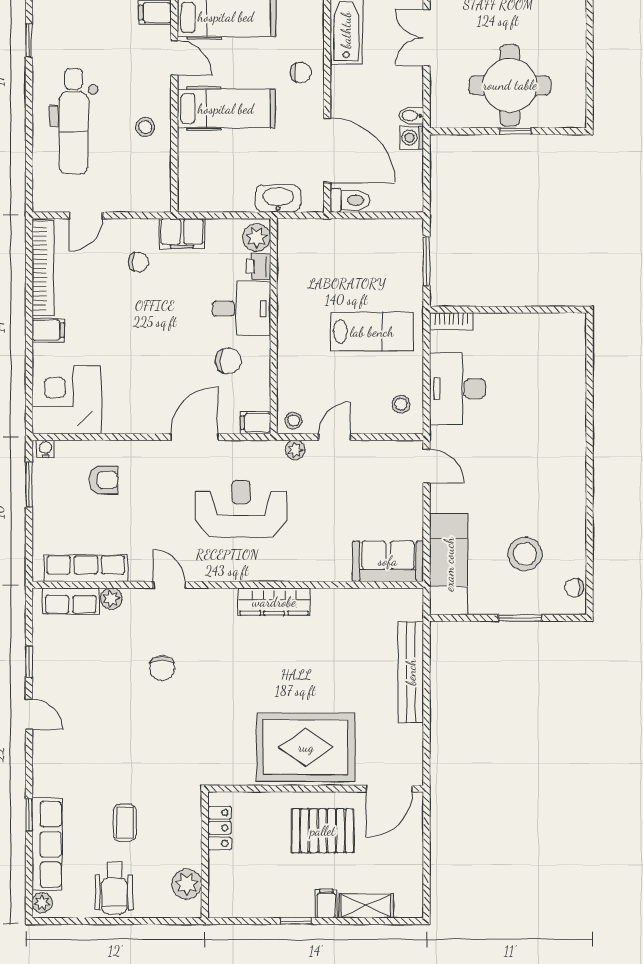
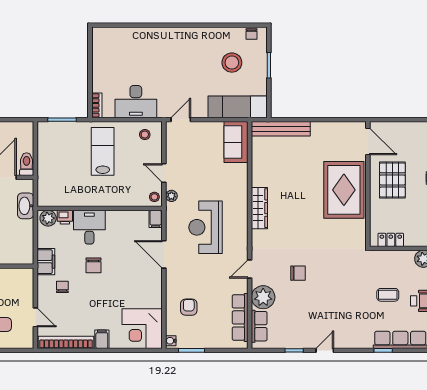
chair: (228, 361) -> (94, 265), moved, turned 180
plant: (111, 599) -> (263, 297), width x1.88, depth x1.88
bench: (411, 672) -> (281, 129), moved

